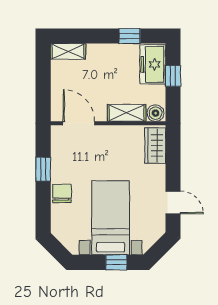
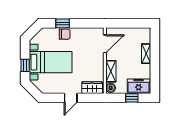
window: (130, 36) -> (155, 73), removed
shelving: (68, 51) -> (146, 54), moved
window: (43, 169) -> (63, 23), moved
door: (173, 202) -> (71, 98), moved

